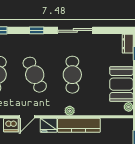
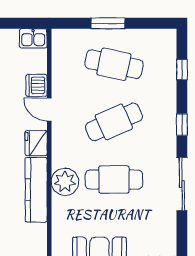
plant: (70, 111) -> (65, 182), width x1.88, depth x1.88

